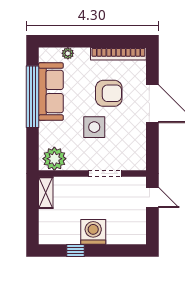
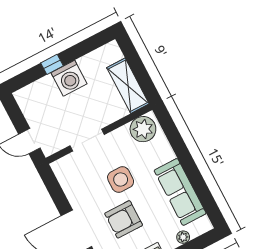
window: (32, 97) -> (195, 178), removed
shelving: (46, 193) -> (128, 86), width x1.50, depth x1.33
window: (76, 250) -> (52, 64), moved

